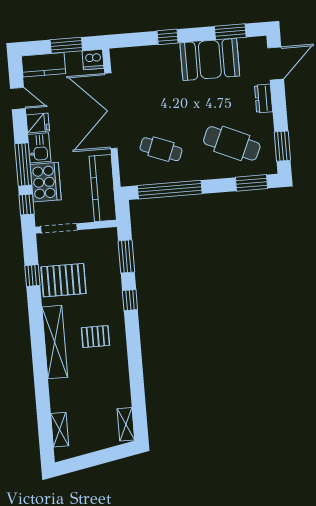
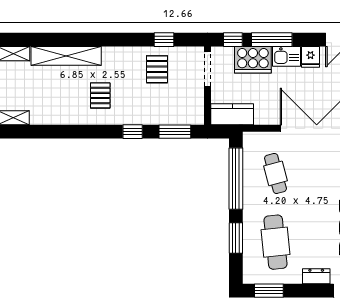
cafe table: (232, 143) -> (275, 242), turned -30
cafe table: (161, 149) -> (275, 173), turned -36
window: (252, 183) -> (236, 238), moved
kitchen counter: (103, 188) -> (232, 114), width x0.67
pallet: (64, 280) -> (157, 69), width x0.67, depth x0.71
shelving: (55, 342) -> (66, 56), moved

